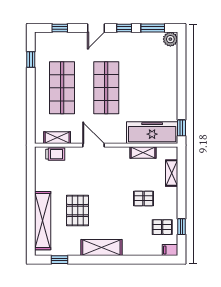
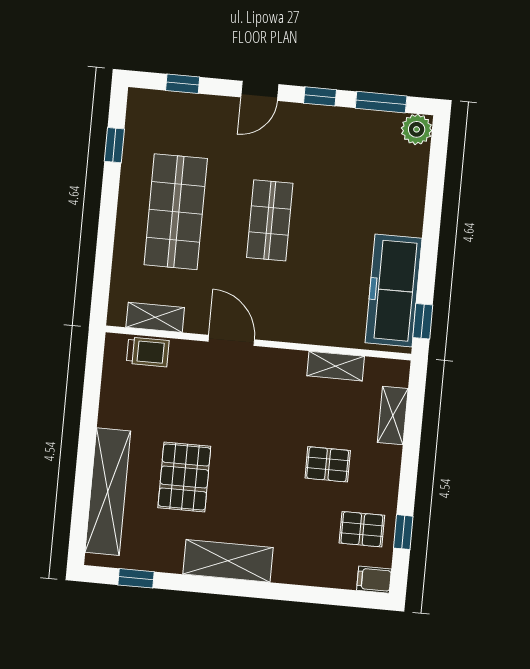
shop shelf: (106, 88) -> (270, 220), width x0.70, depth x0.74
freezer: (152, 133) -> (394, 291), moved, turned -90

